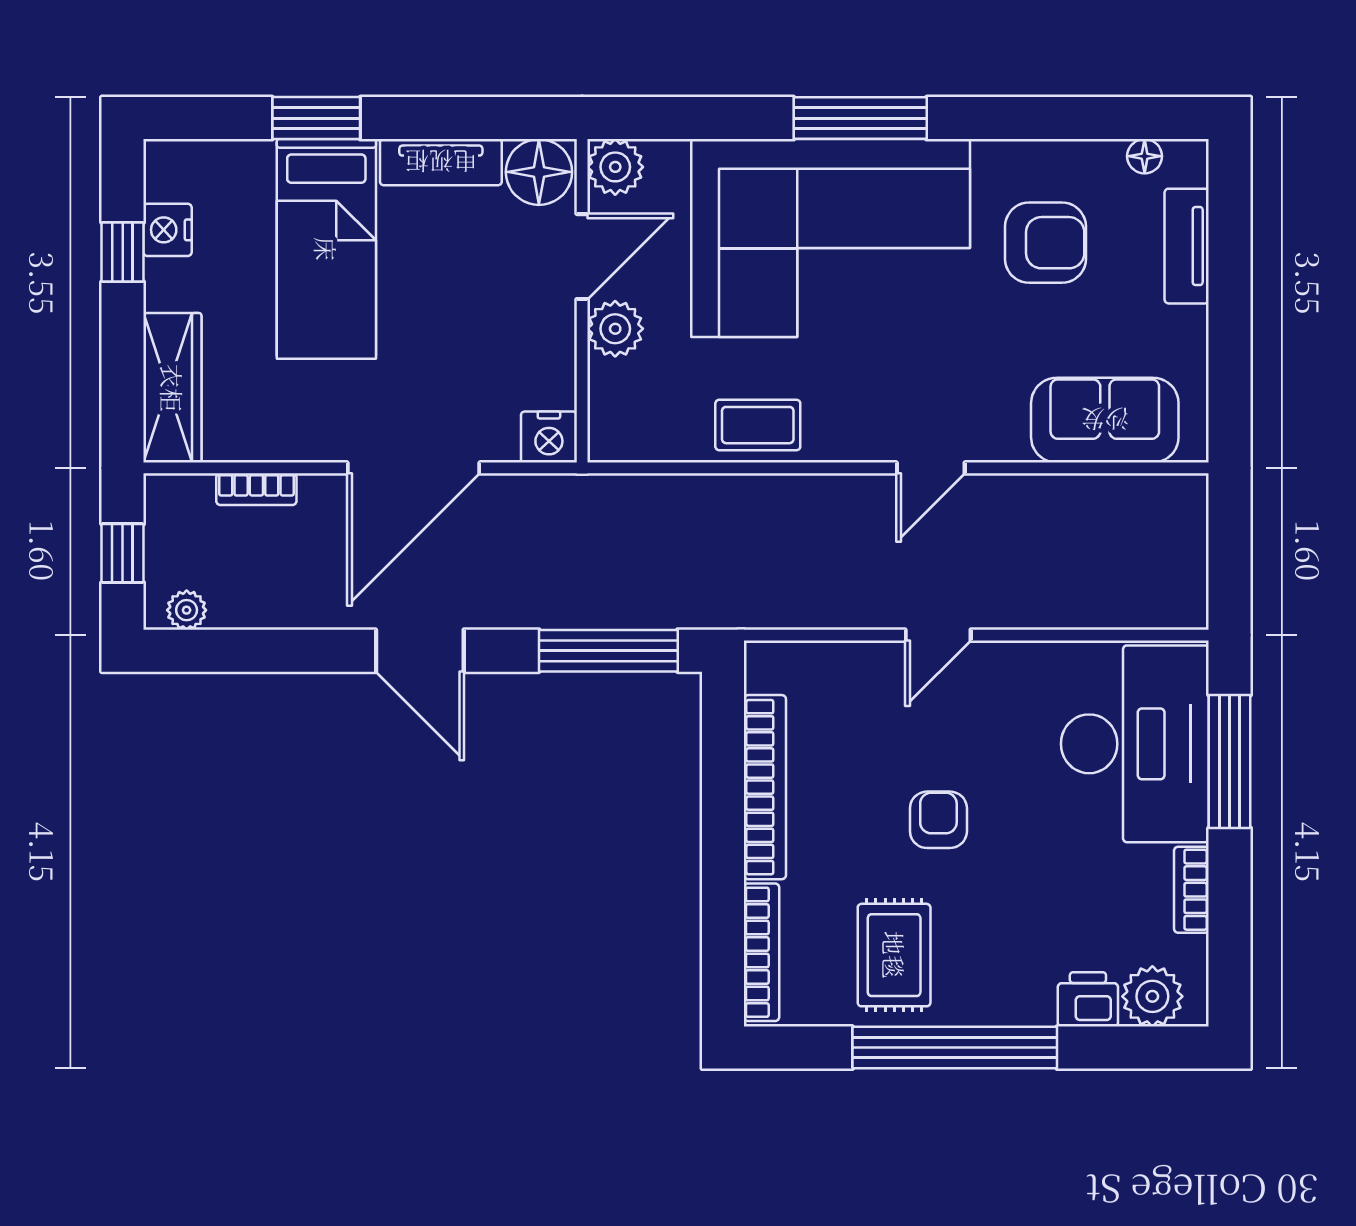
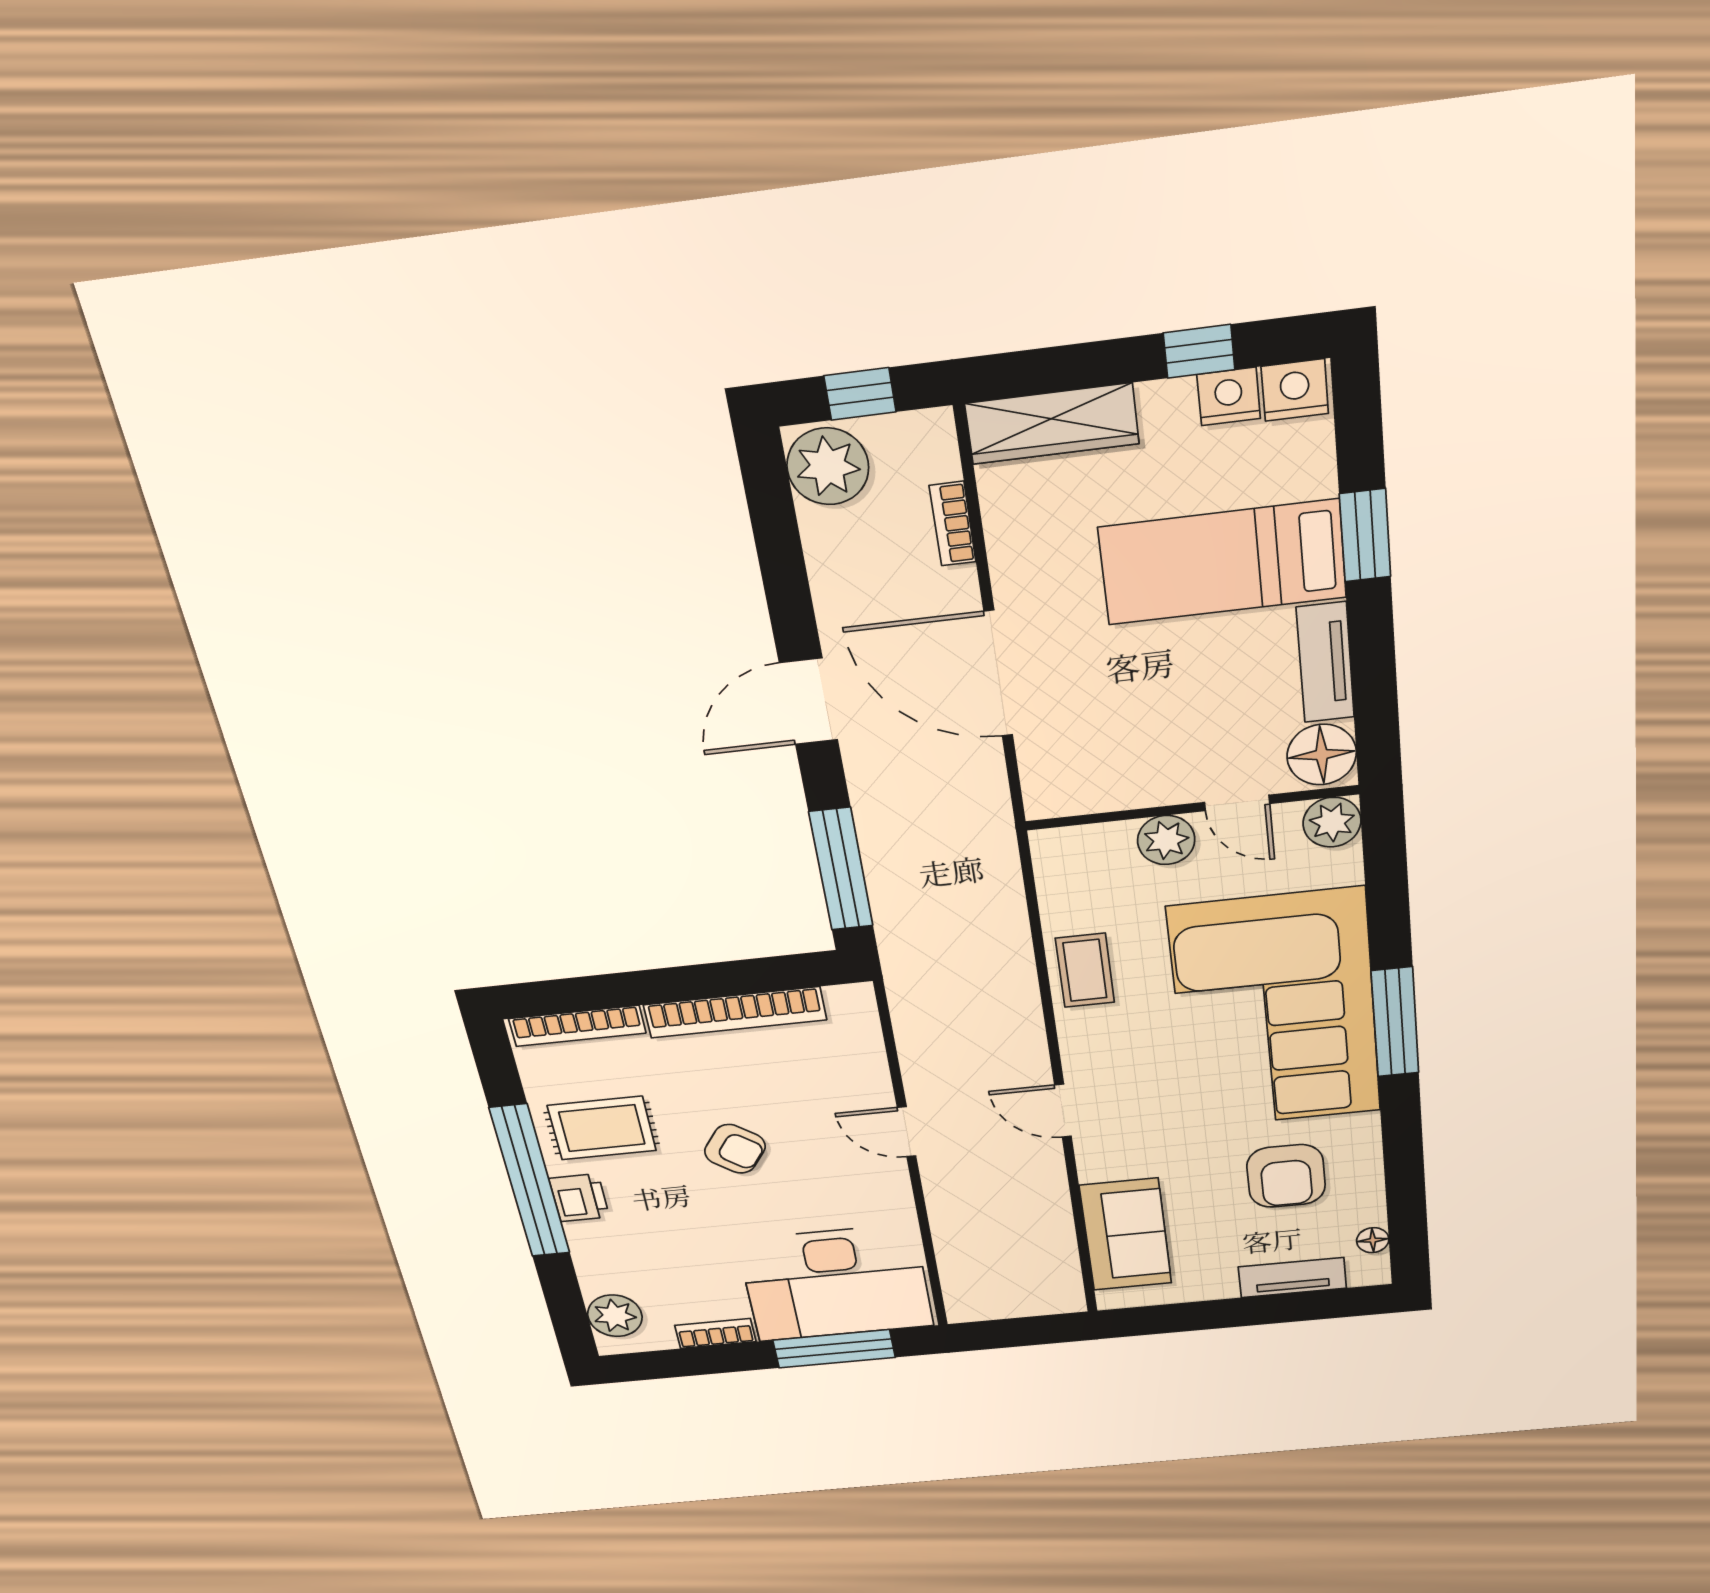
door: (582, 257) -> (1237, 803), width x0.73
nightstand: (549, 437) -> (1295, 390), moved, turned 90
plant: (187, 610) -> (828, 466), width x1.88, depth x1.88
armchair: (938, 820) -> (735, 1149), turned 36
printer: (1088, 999) -> (579, 1198), moved

